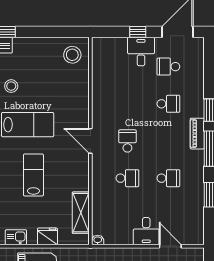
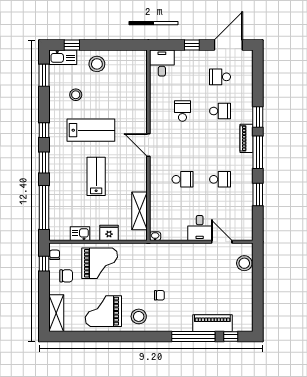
desk: (141, 51) -> (162, 63), moved
stool: (72, 55) -> (97, 64), moved
school desk: (127, 141) -> (182, 111), moved

